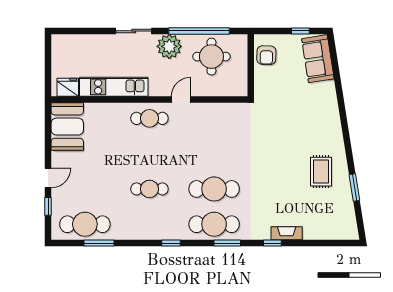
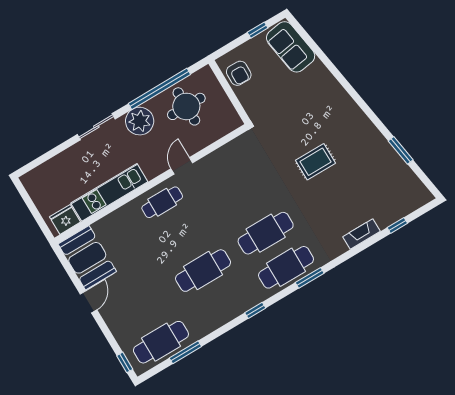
rug: (321, 172) -> (316, 162), moved, turned 90
door: (48, 178) -> (89, 302), moved
cafe table: (149, 189) -> (203, 271), width x1.37, depth x1.35
window: (48, 206) -> (125, 362), moved
window: (272, 243) -> (397, 225), moved

